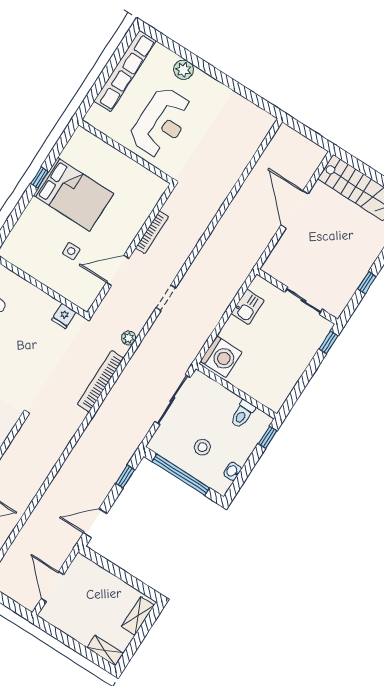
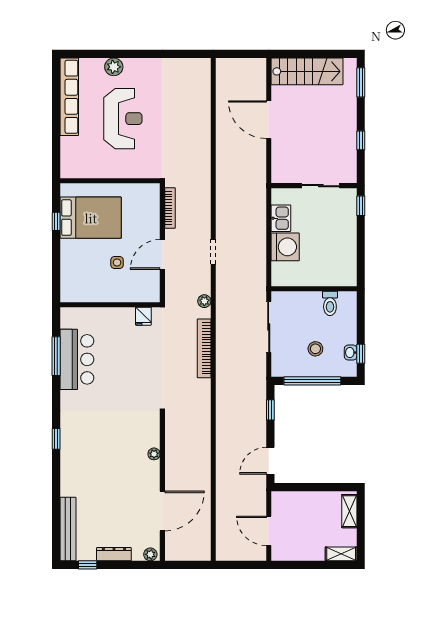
wall: (126, 152) -> (110, 181), moved
washing machine: (221, 357) -> (285, 247), moved
window: (268, 437) -> (361, 354), moved

